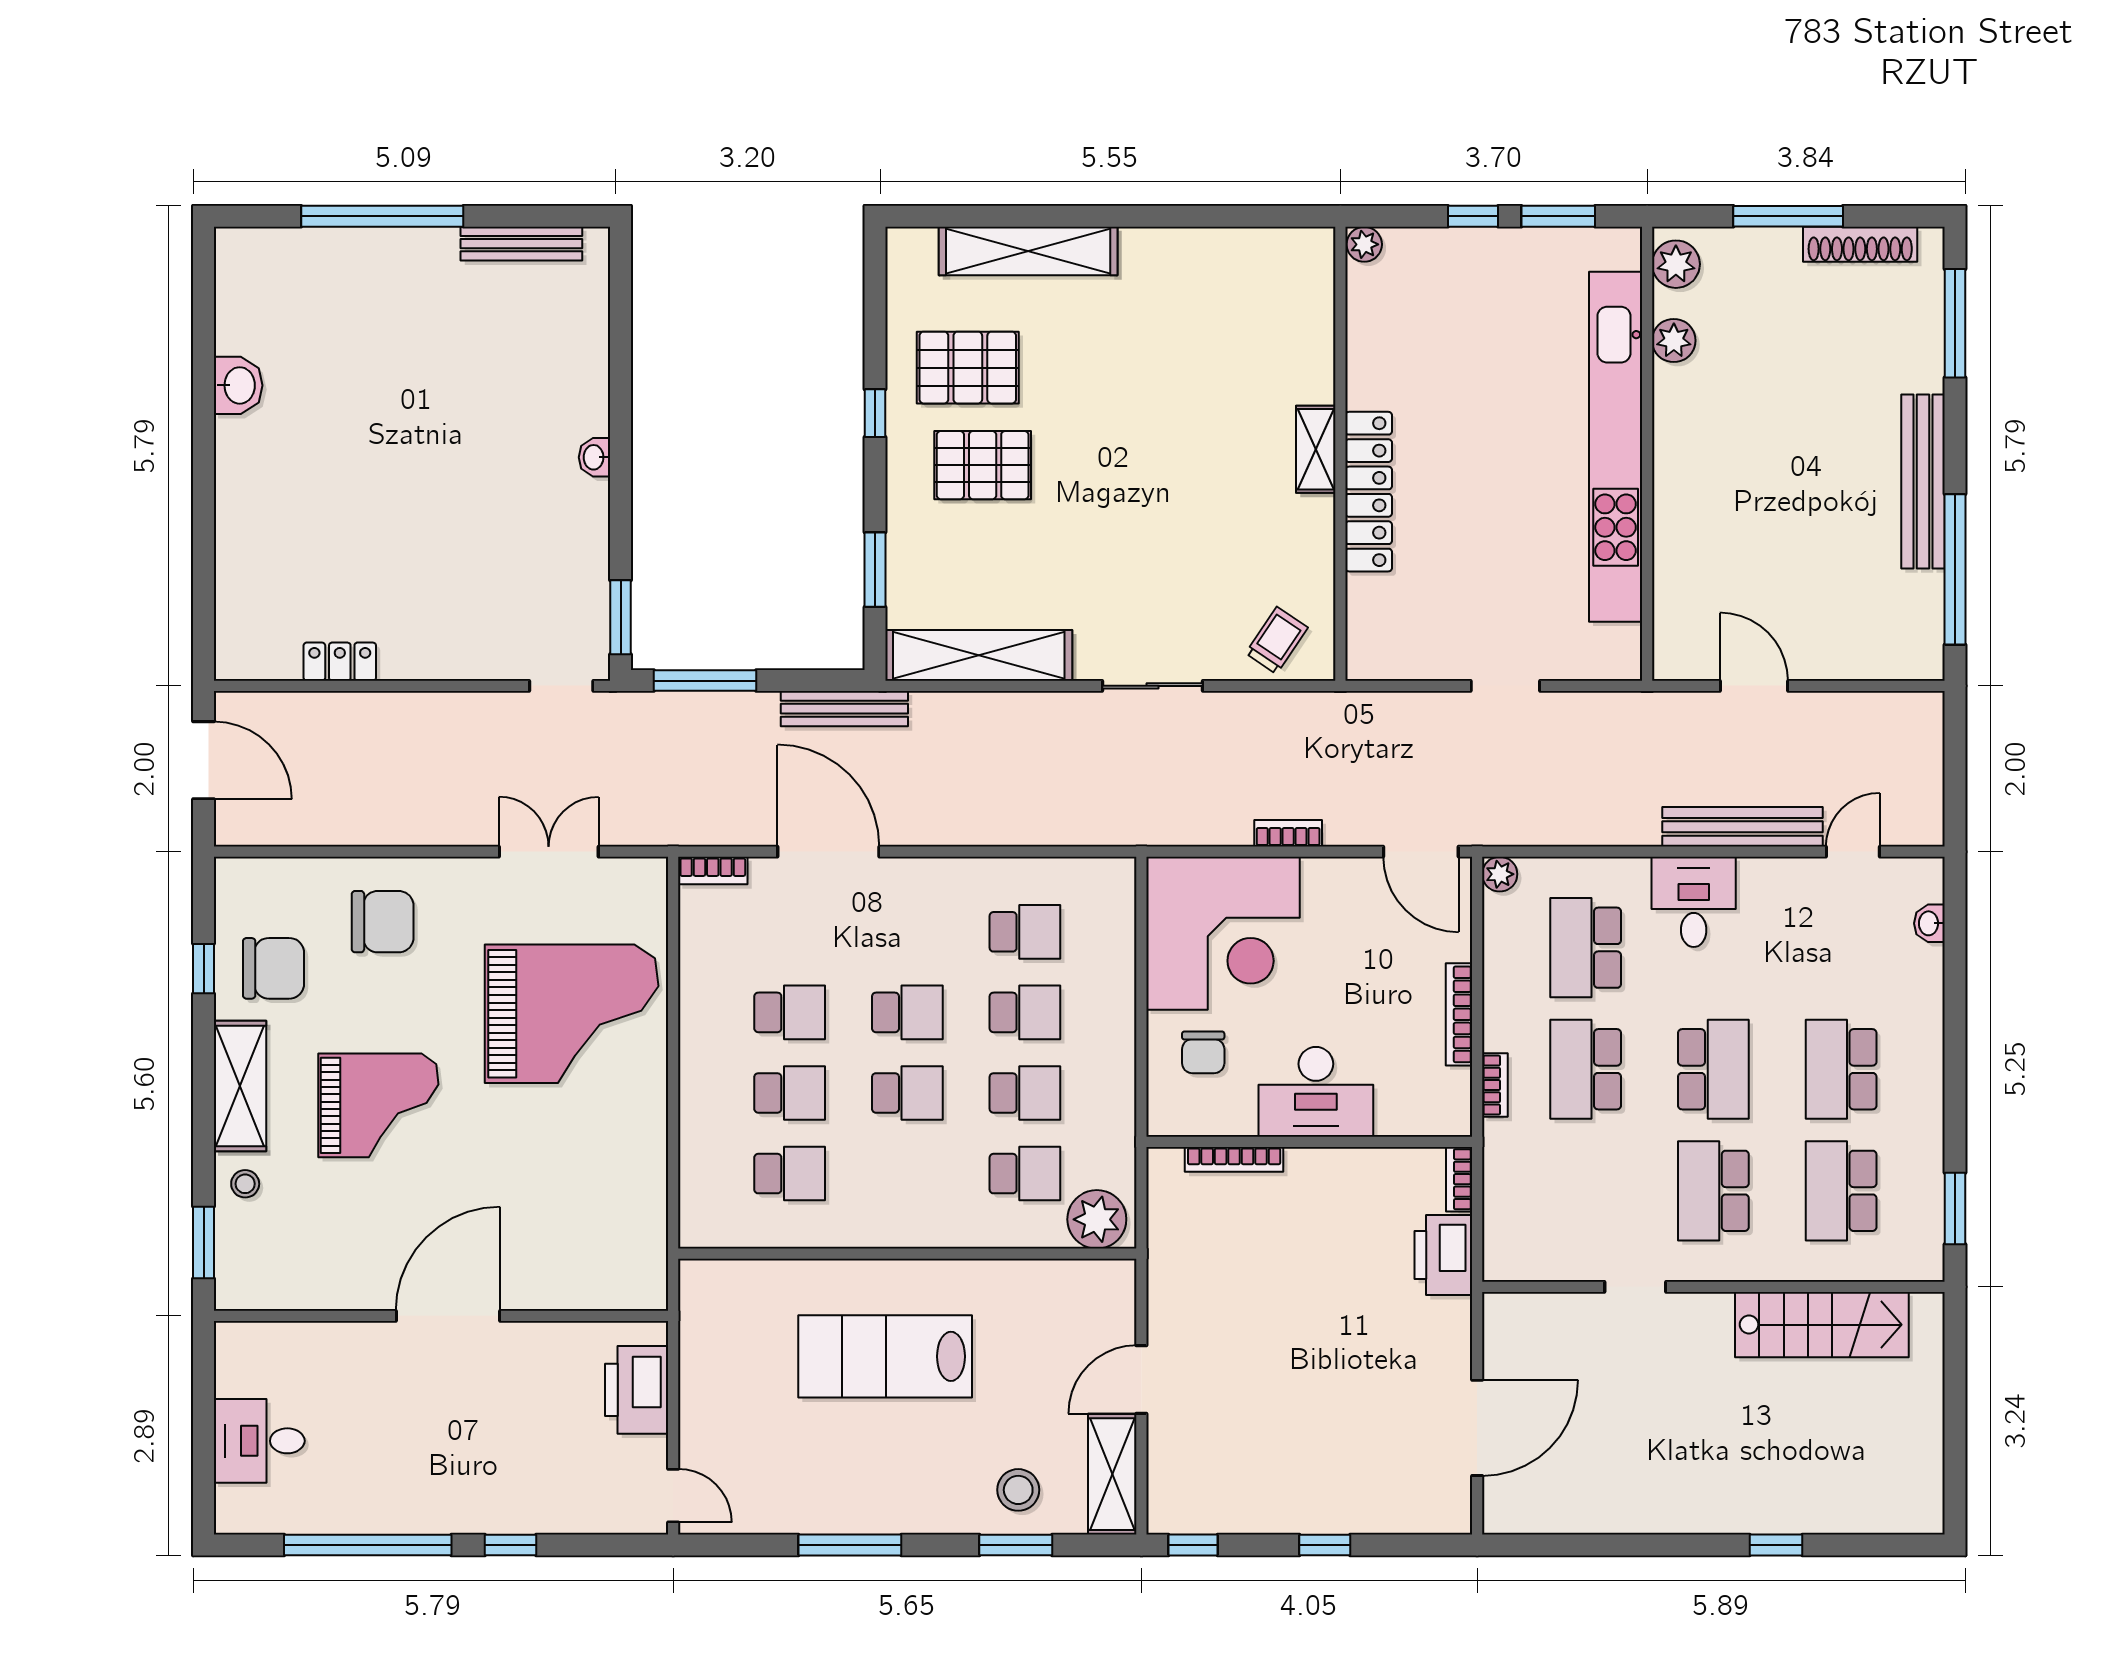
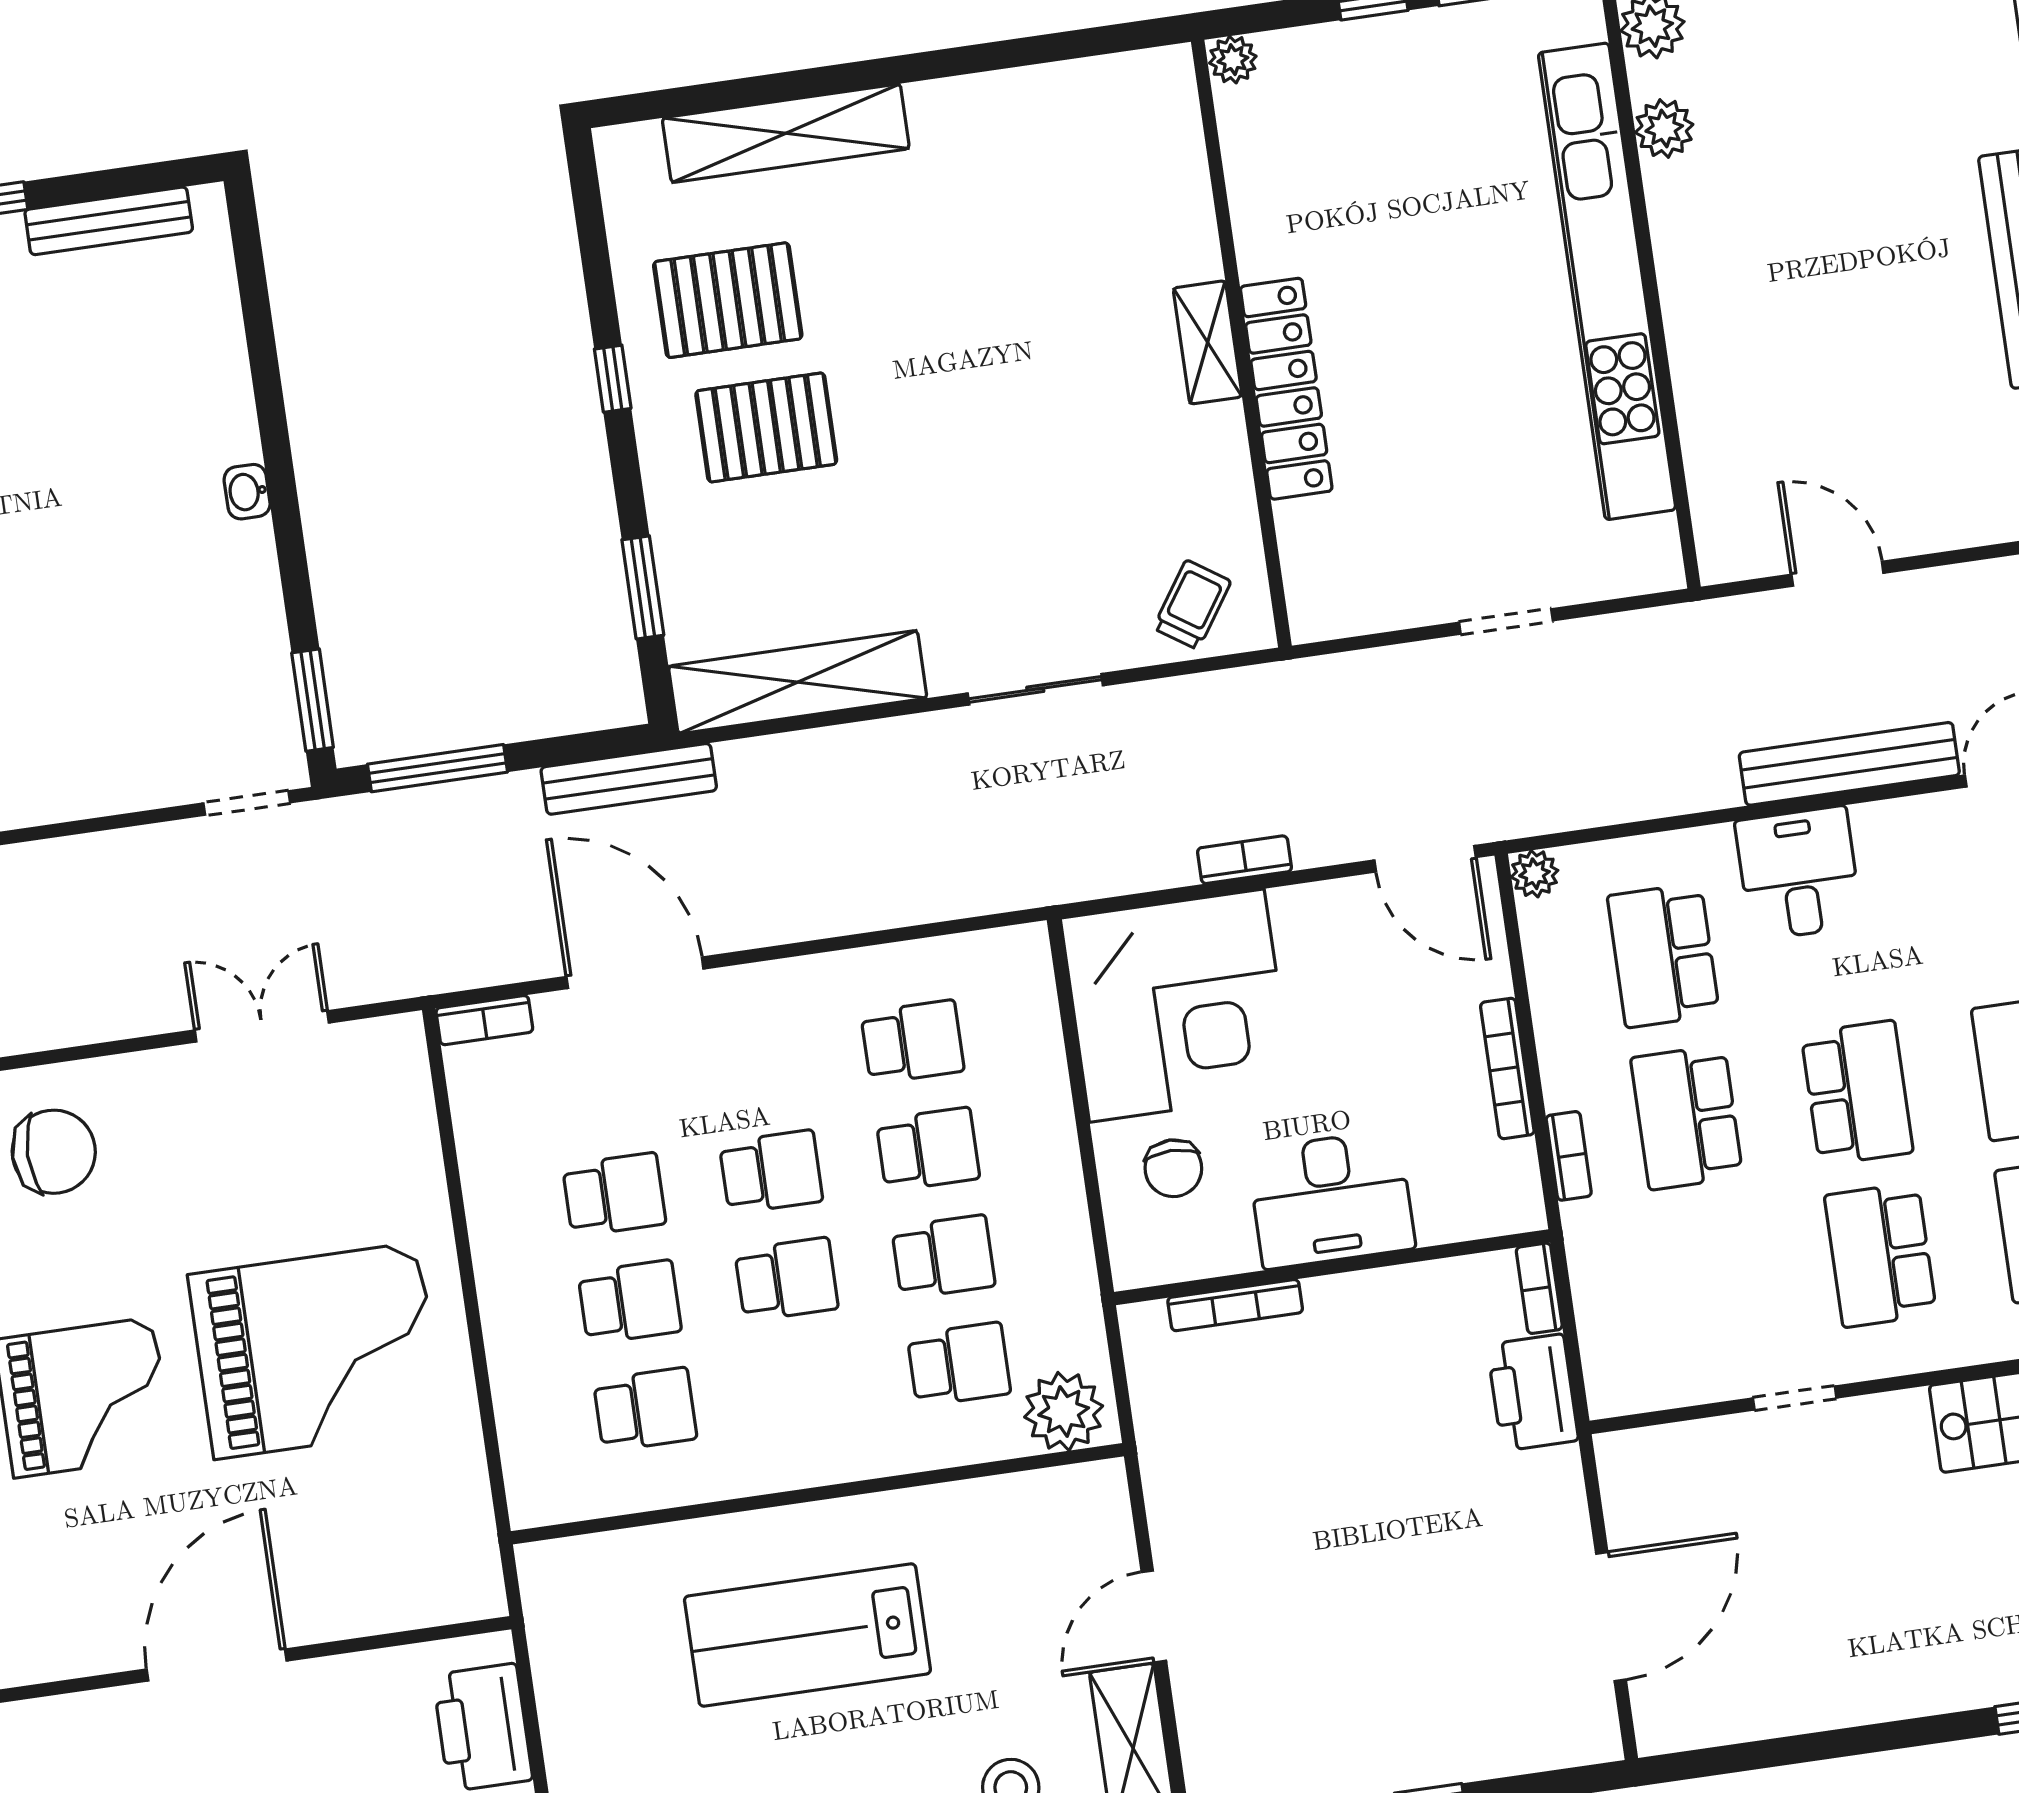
grand piano: (572, 1014) -> (316, 1351), moved

